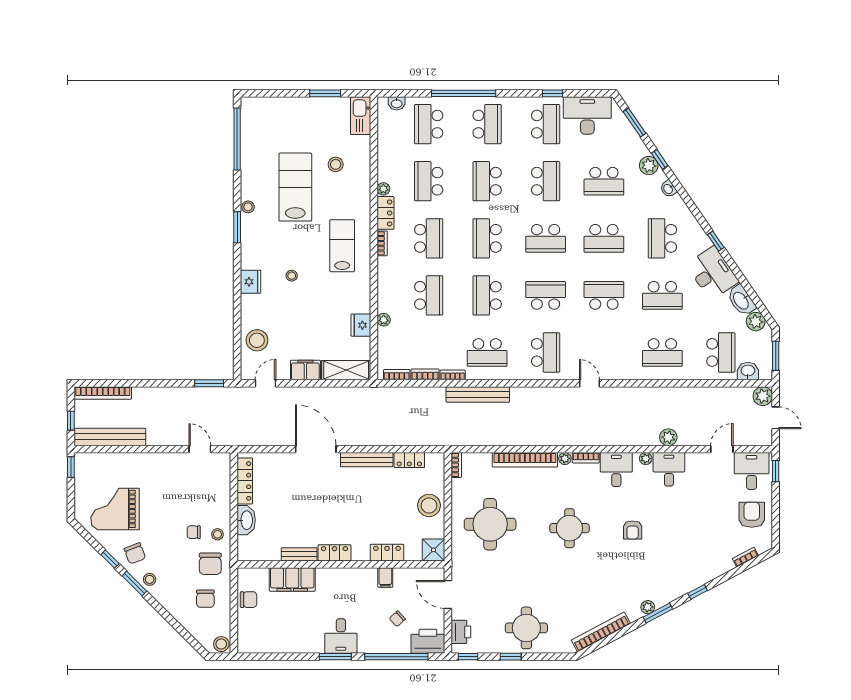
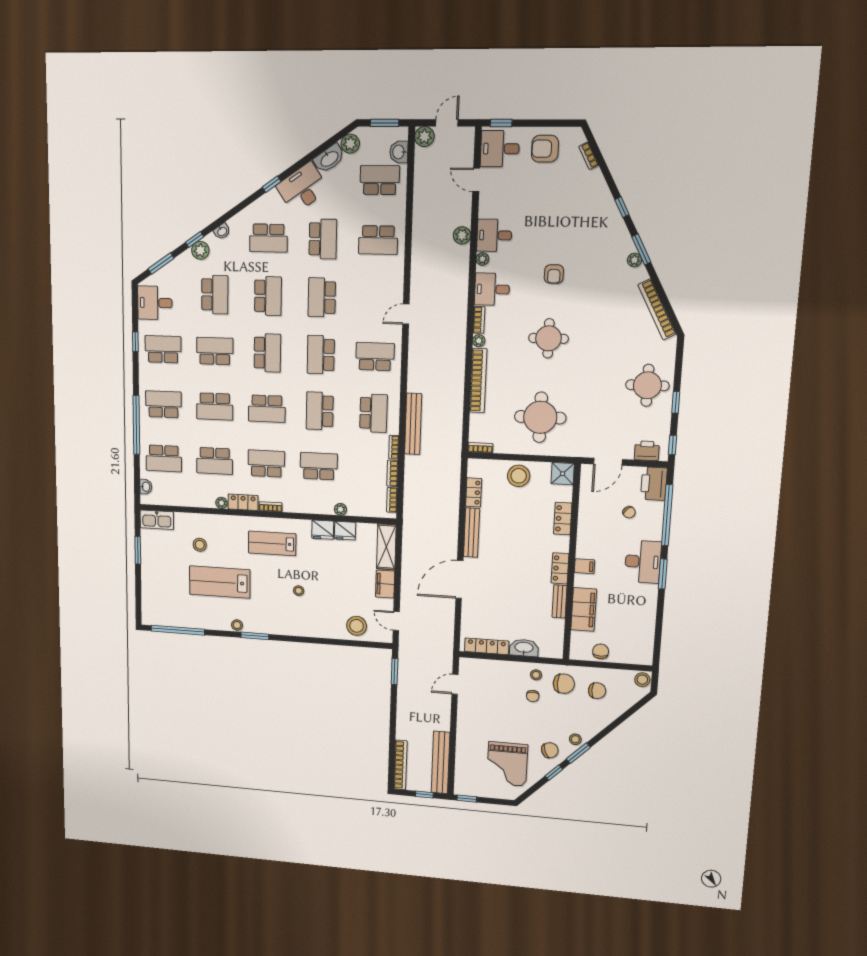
desk: (587, 115) -> (155, 303), width x0.73
fridge: (251, 282) -> (323, 530), moved, turned 180
school desk: (487, 295) -> (320, 411), turned 90
school desk: (662, 352) -> (378, 240), turned 90
armchair: (633, 530) -> (554, 274), turned 90
filing cabinet: (385, 578) -> (584, 566), moved
desk: (341, 636) -> (643, 562), width x1.37

